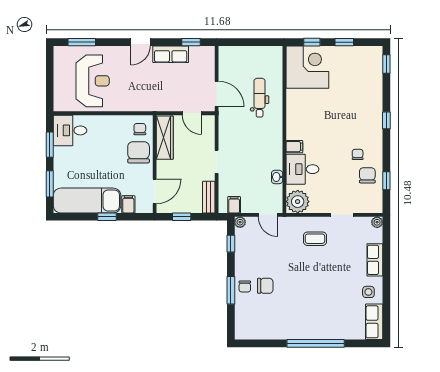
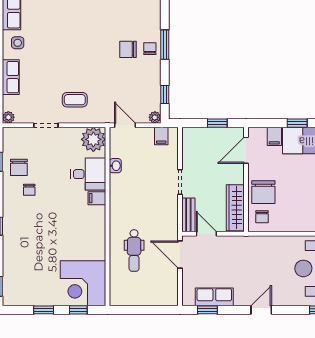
row of seats: (171, 54) -> (214, 297), moved
bench: (209, 197) -> (188, 215), moved

